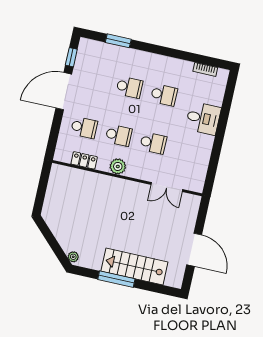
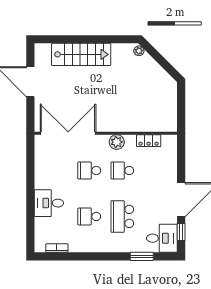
desk: (93, 55) -> (162, 238), added
school desk: (129, 87) -> (122, 216), width x1.85
school desk: (84, 128) -> (155, 170), removed
double door: (167, 187) -> (68, 133), width x1.87
window: (116, 279) -> (95, 39), removed

